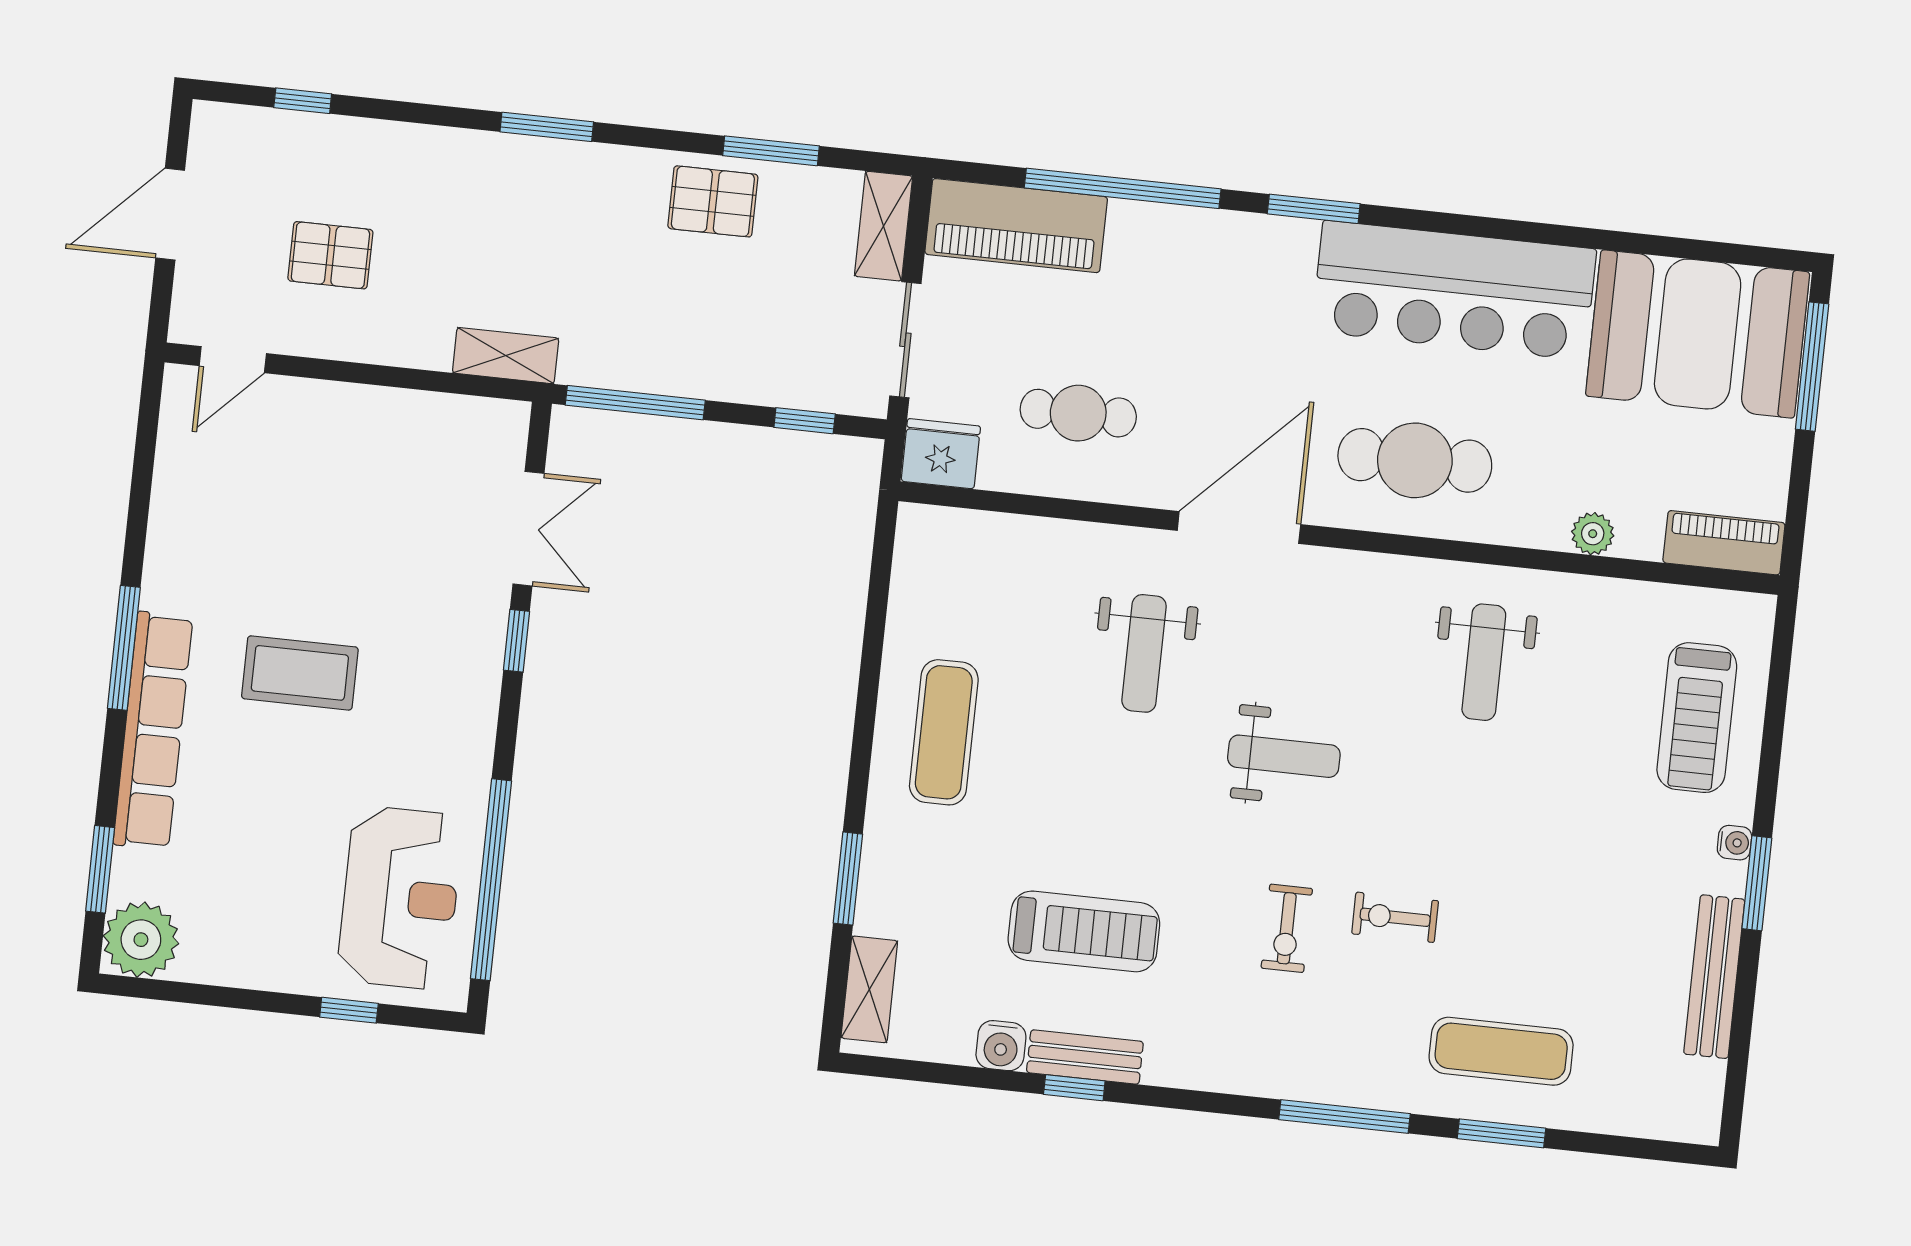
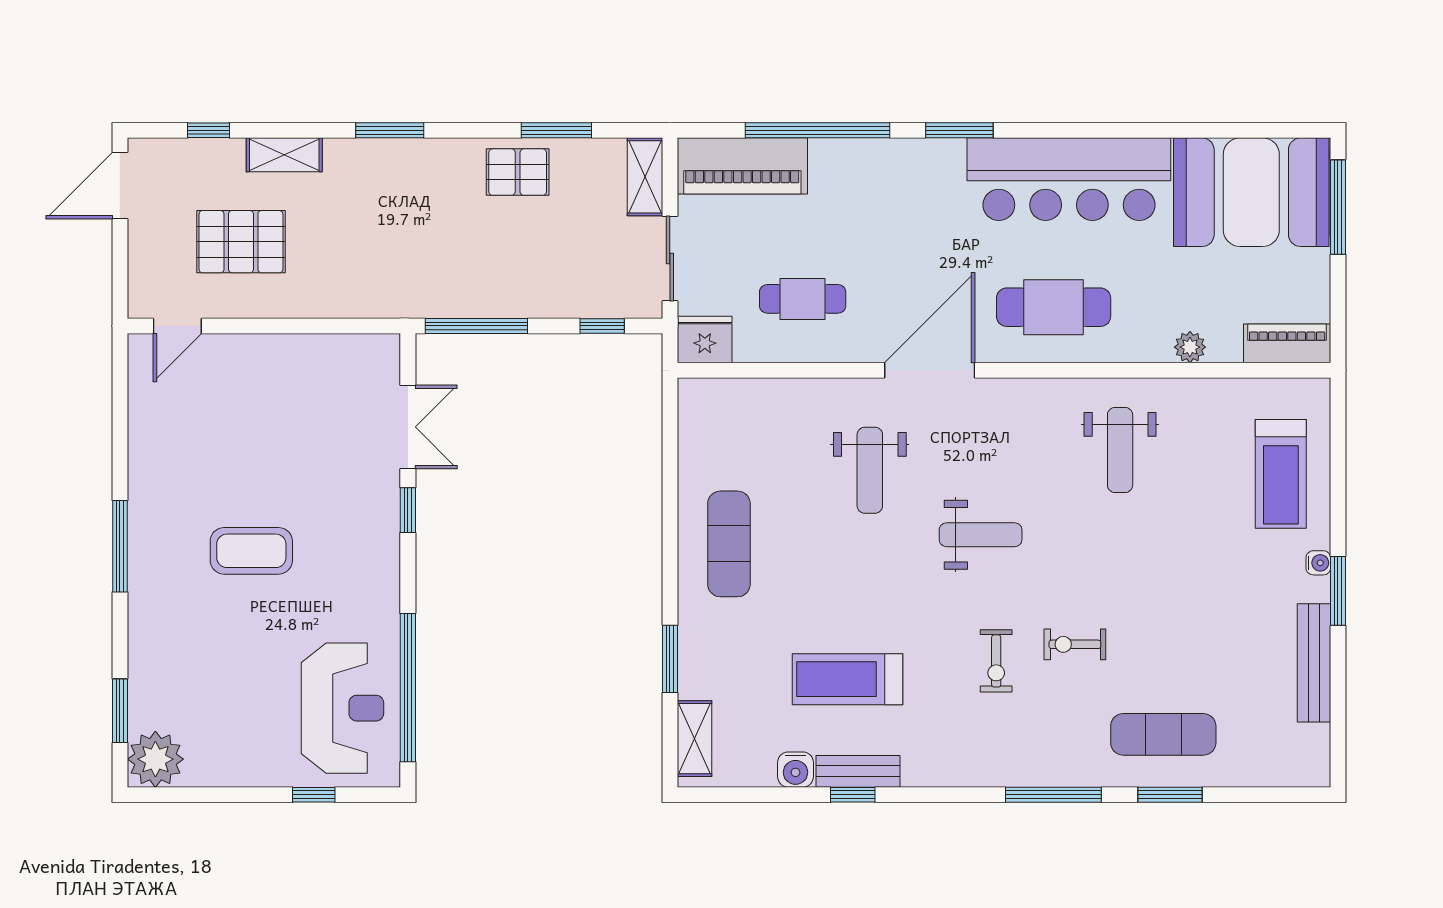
door: (170, 214) -> (120, 186), moved
pallet: (330, 255) -> (241, 242), width x1.50, depth x1.42
shelving: (506, 356) -> (284, 155), moved
row of seats: (153, 731) -> (148, 605), removed
treadmill: (1084, 931) -> (847, 679), turned 180

